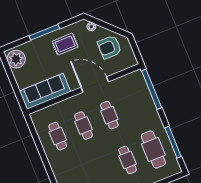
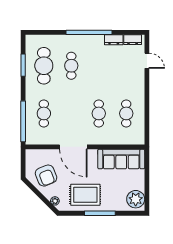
rug: (65, 44) -> (85, 195), width x1.36, depth x1.43
armchair: (109, 47) -> (46, 176), turned 68
cafe table: (109, 115) -> (44, 113), moved
window: (173, 142) -> (23, 65), width x0.69

